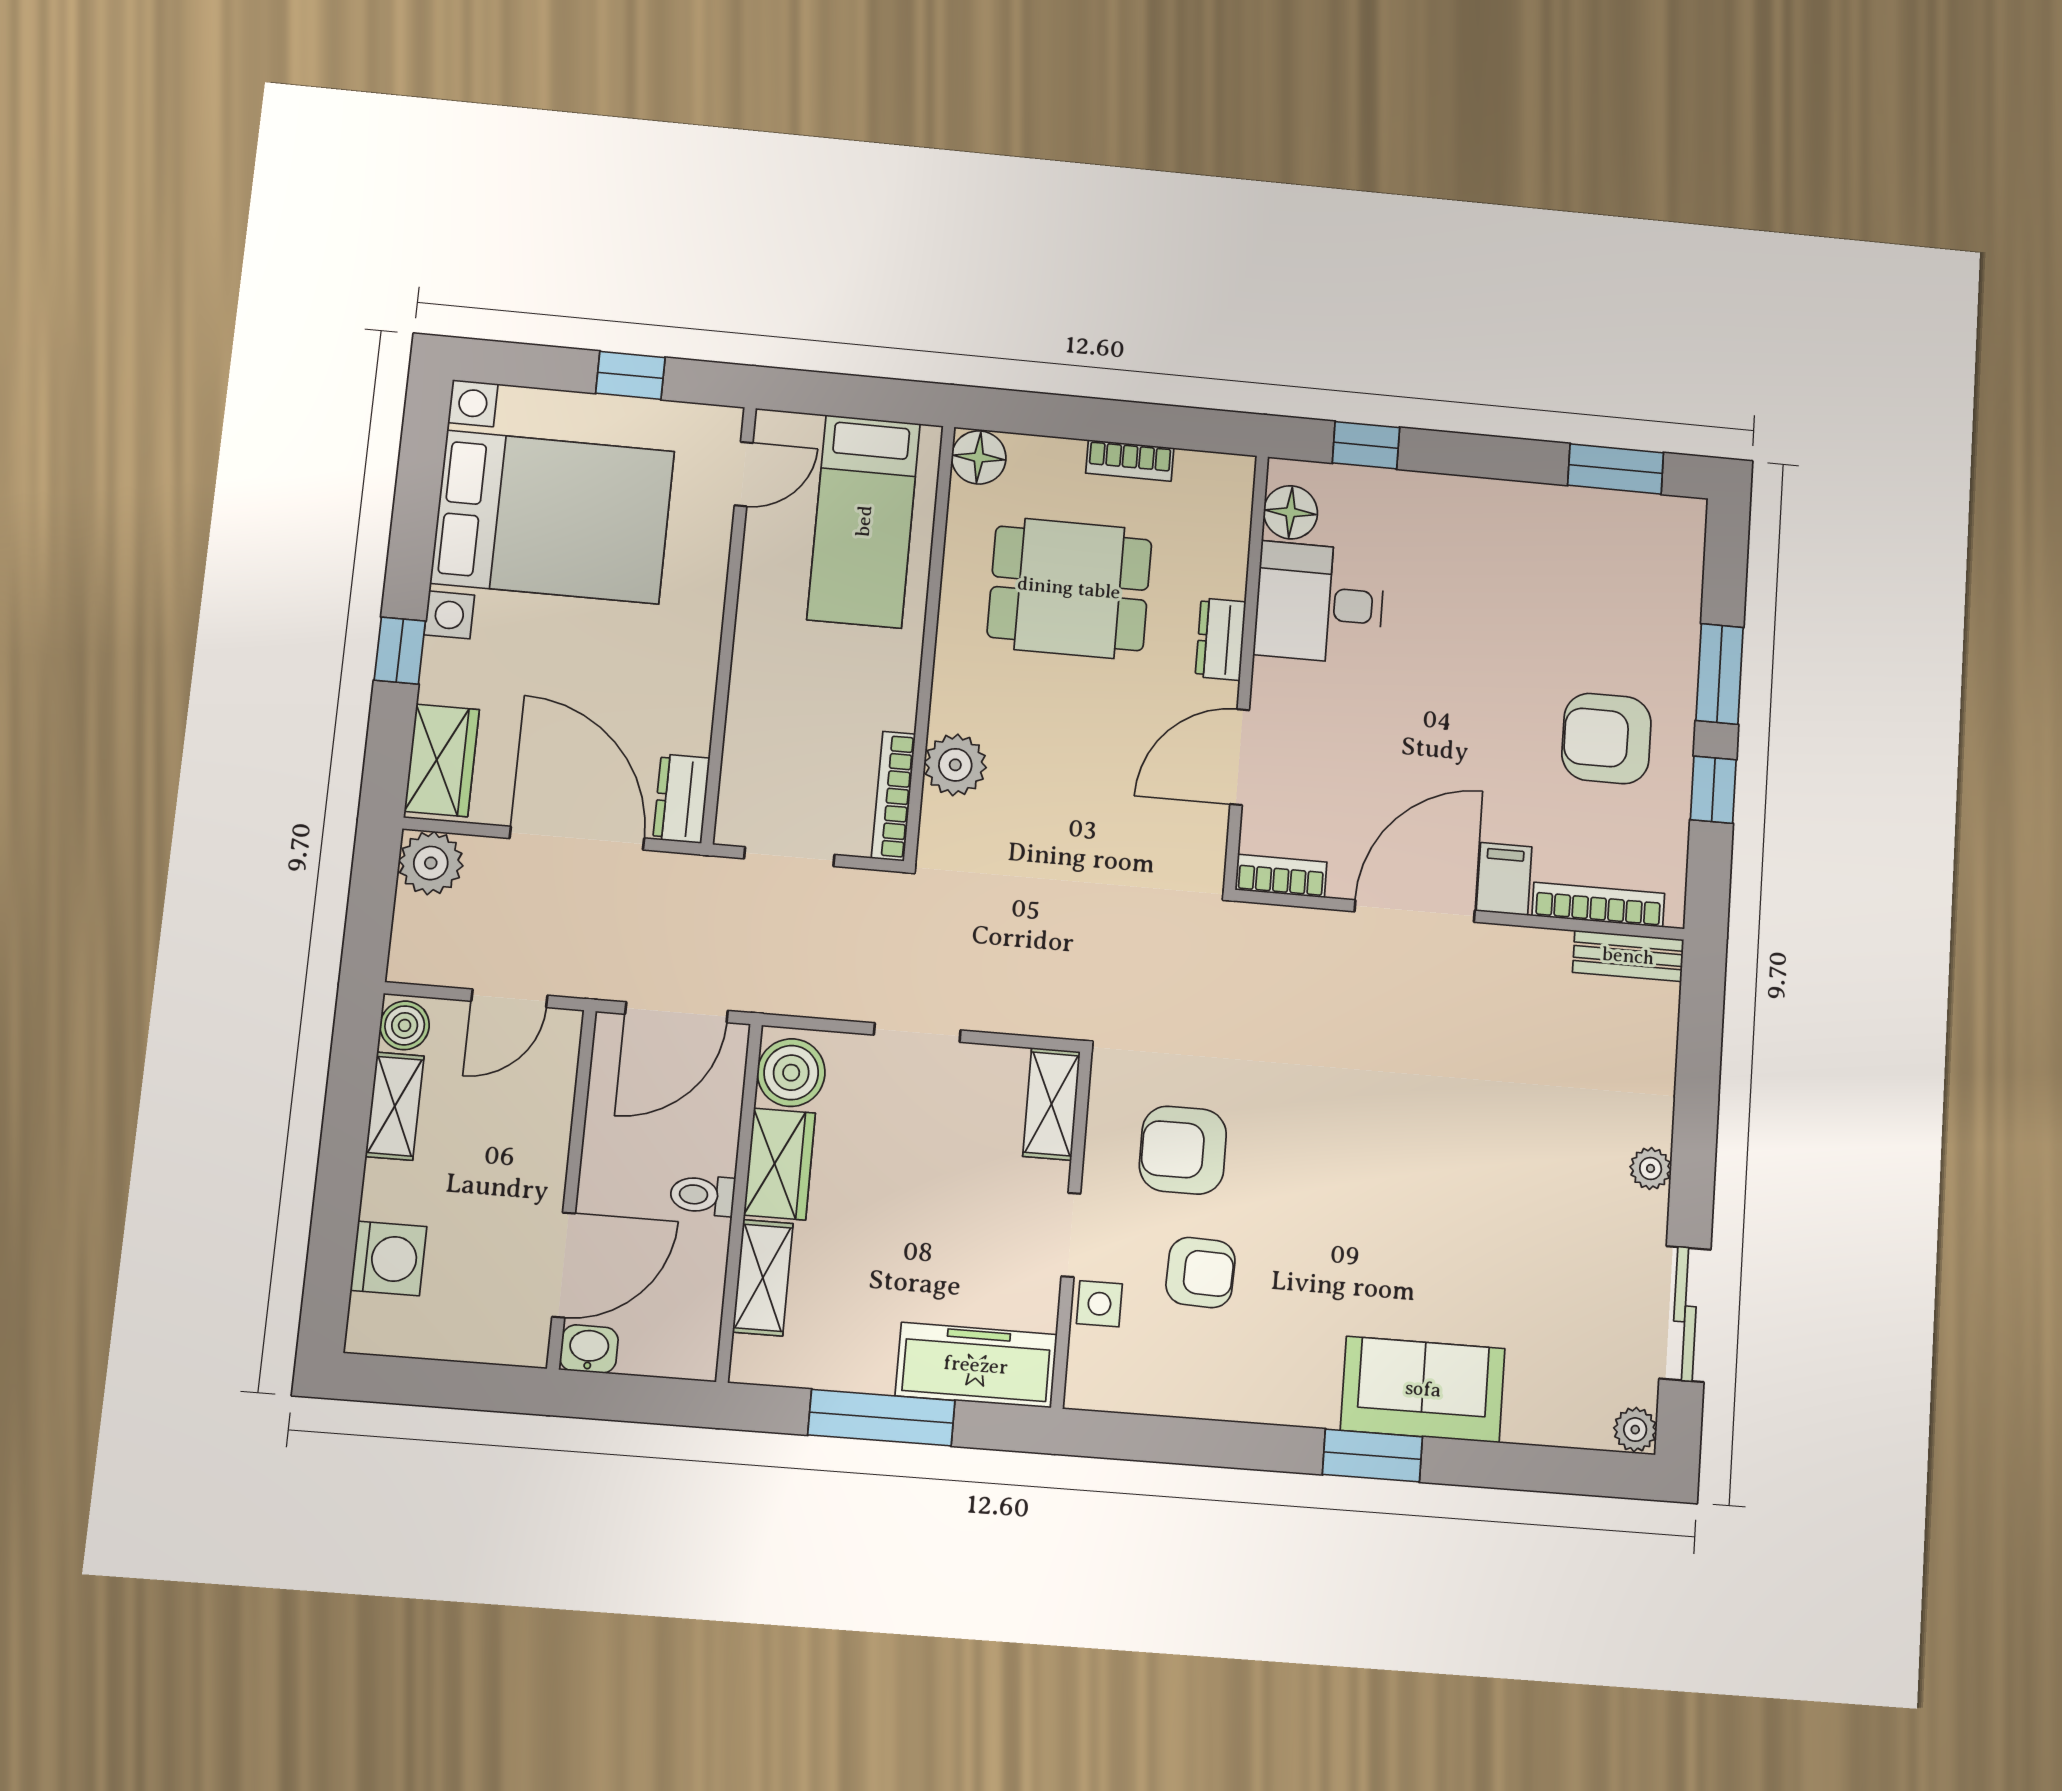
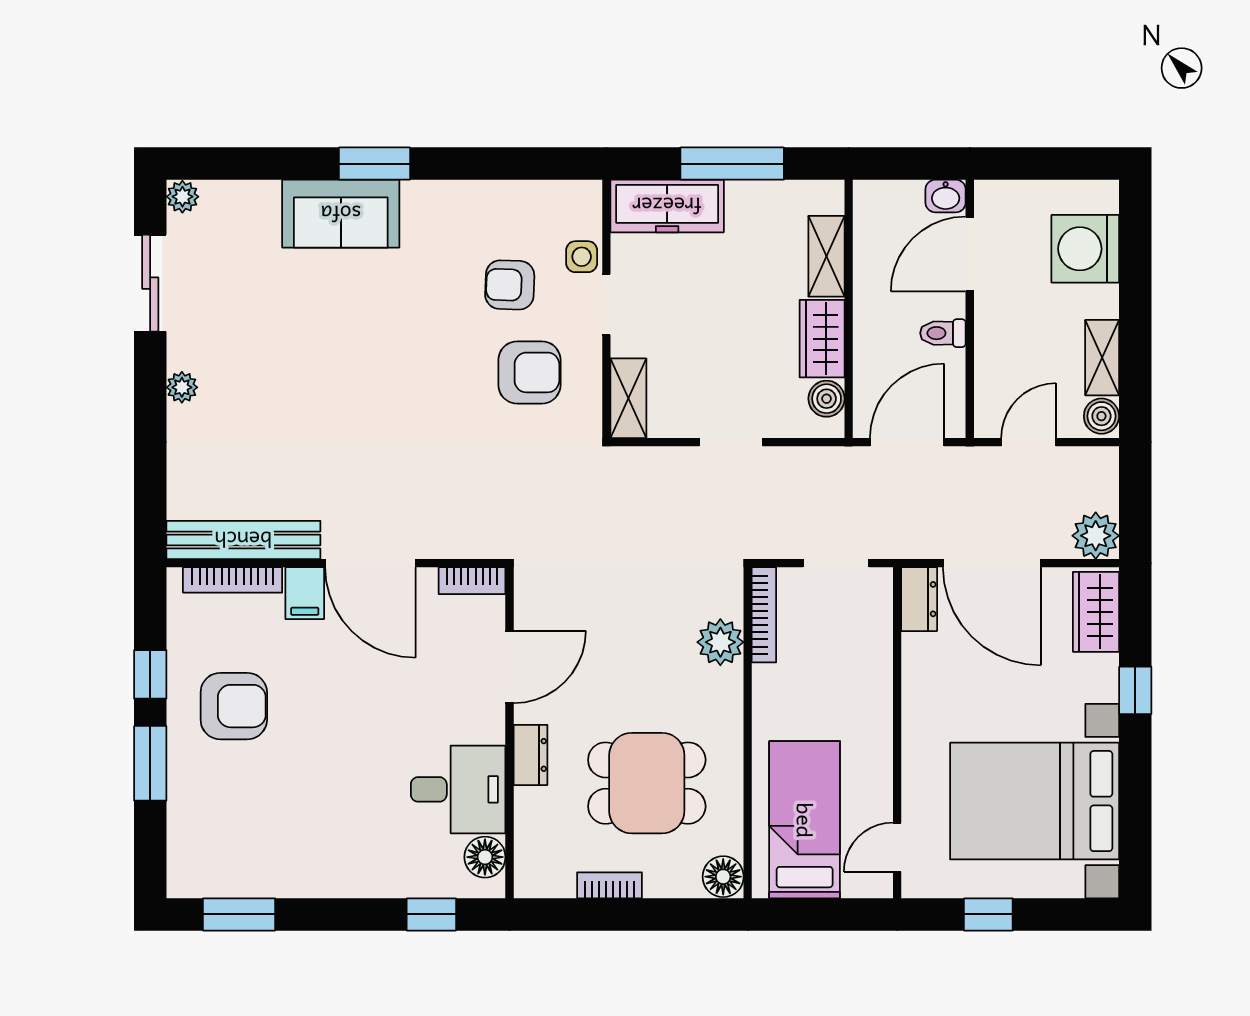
door: (1415, 911) -> (370, 563), hinge flipped
bench: (1628, 956) -> (243, 540), width x1.86, depth x1.21
boiler: (791, 1073) -> (827, 399), width x0.73, depth x0.73
toilet: (702, 1195) -> (943, 333), moved, turned 180
washing machine: (389, 1258) -> (1085, 249), width x1.37, depth x1.37

